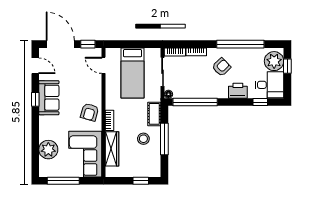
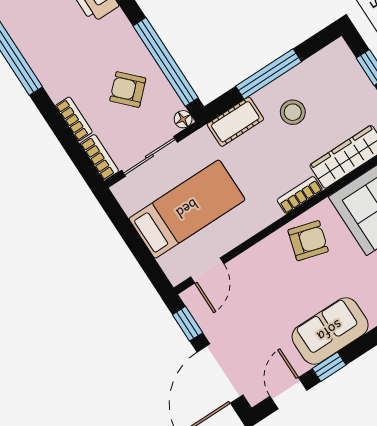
armchair: (221, 67) -> (128, 89), moved
window: (35, 99) -> (329, 367), moved

